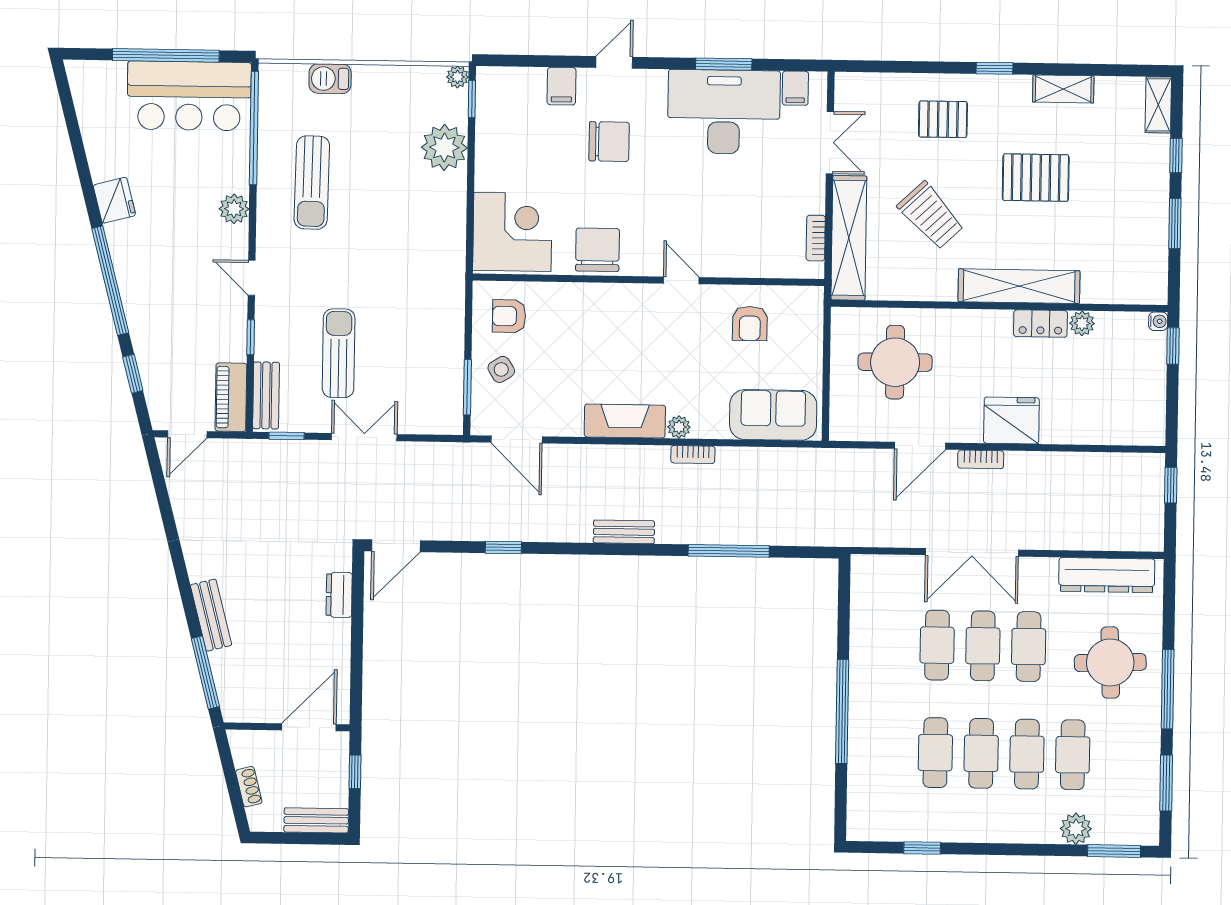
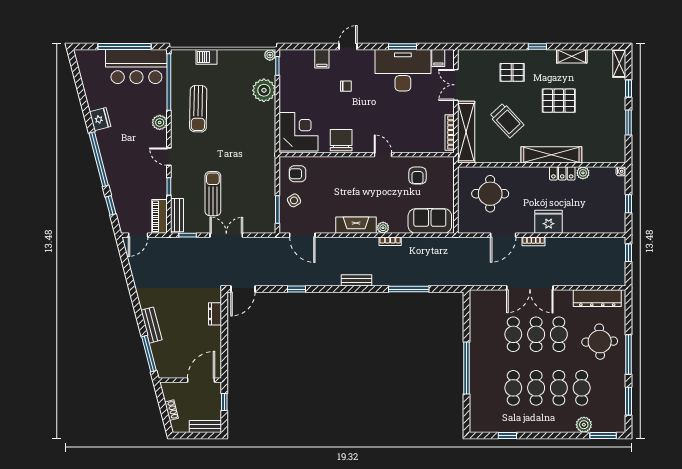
chair: (609, 142) -> (346, 86), width x0.54, depth x0.54
double door: (830, 143) -> (456, 85), swing flipped
bookcase: (816, 238) -> (450, 132), width x1.56
window: (1173, 346) -> (628, 204), moved

